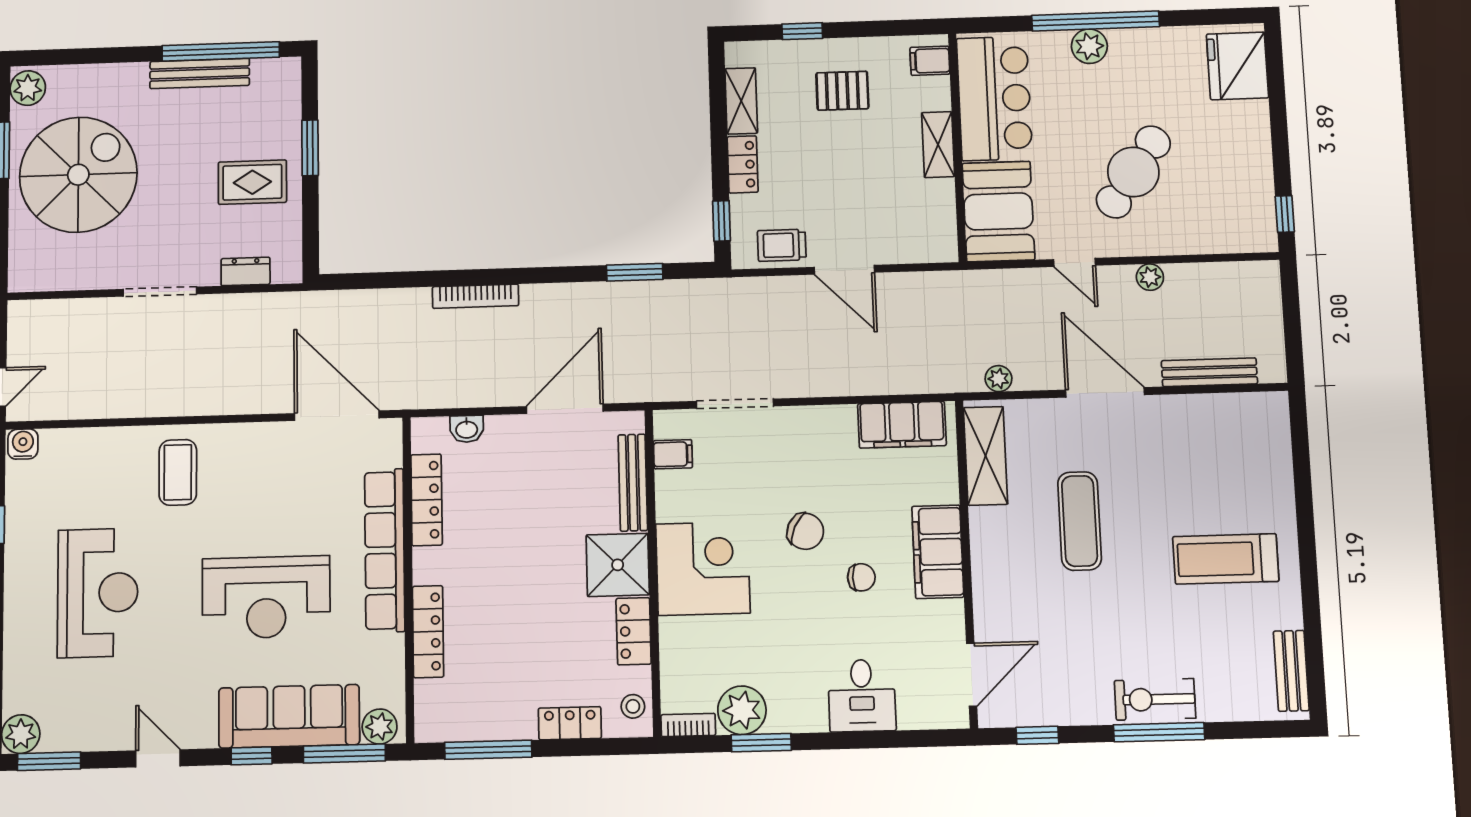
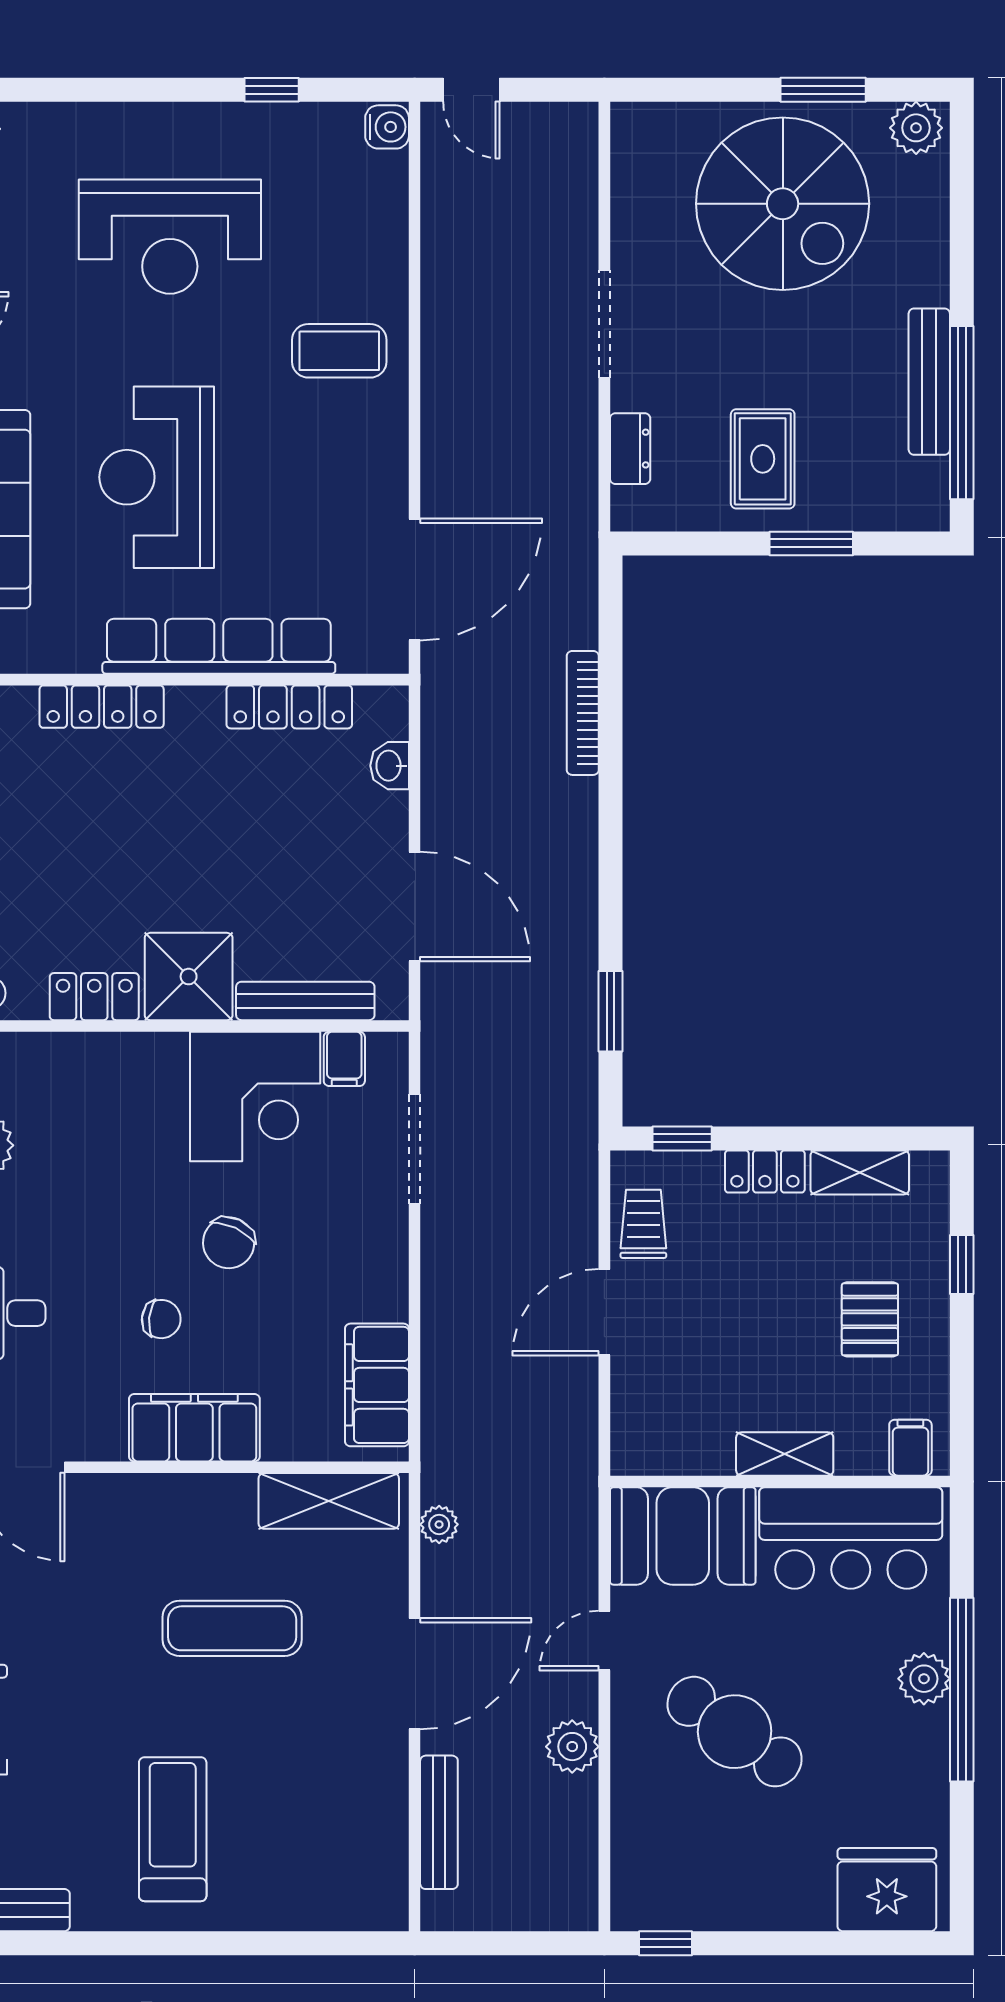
plant: (1150, 277) -> (572, 1747), width x1.38, depth x1.38
bookcase: (475, 296) -> (583, 713), moved
corner desk: (703, 568) -> (255, 1097), moved
chair: (861, 577) -> (161, 1319), turned -84

